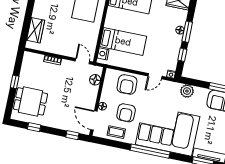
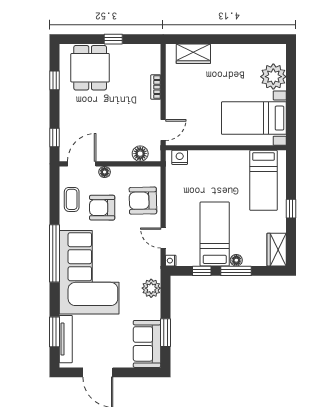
bed: (123, 41) -> (215, 234), moved, turned 180

